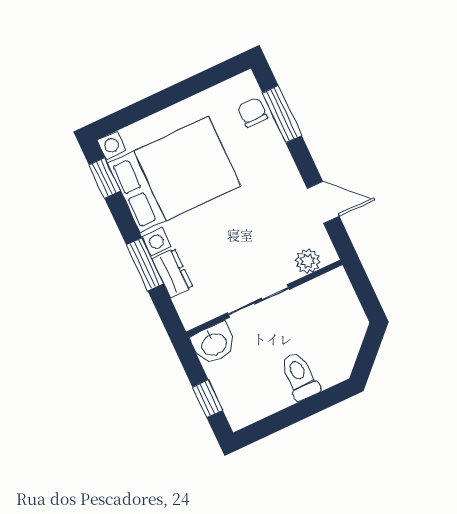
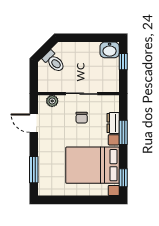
chair: (253, 112) -> (82, 118), moved
washbasin: (214, 344) -> (110, 50), moved, turned 180
toilet: (300, 376) -> (54, 62), moved, turned -45

